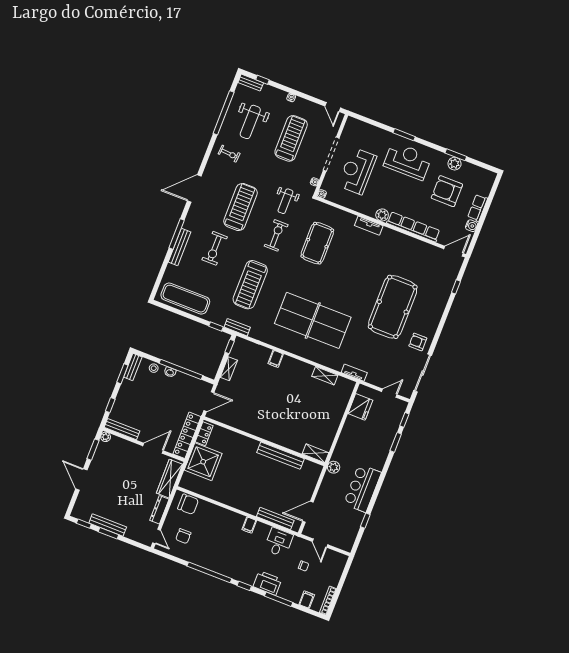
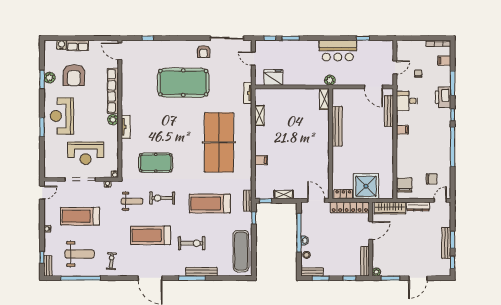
water cooler: (472, 226) -> (61, 45), moved
treadmill: (250, 285) -> (210, 204), turned 180
door: (153, 448) -> (371, 231), swing flipped

